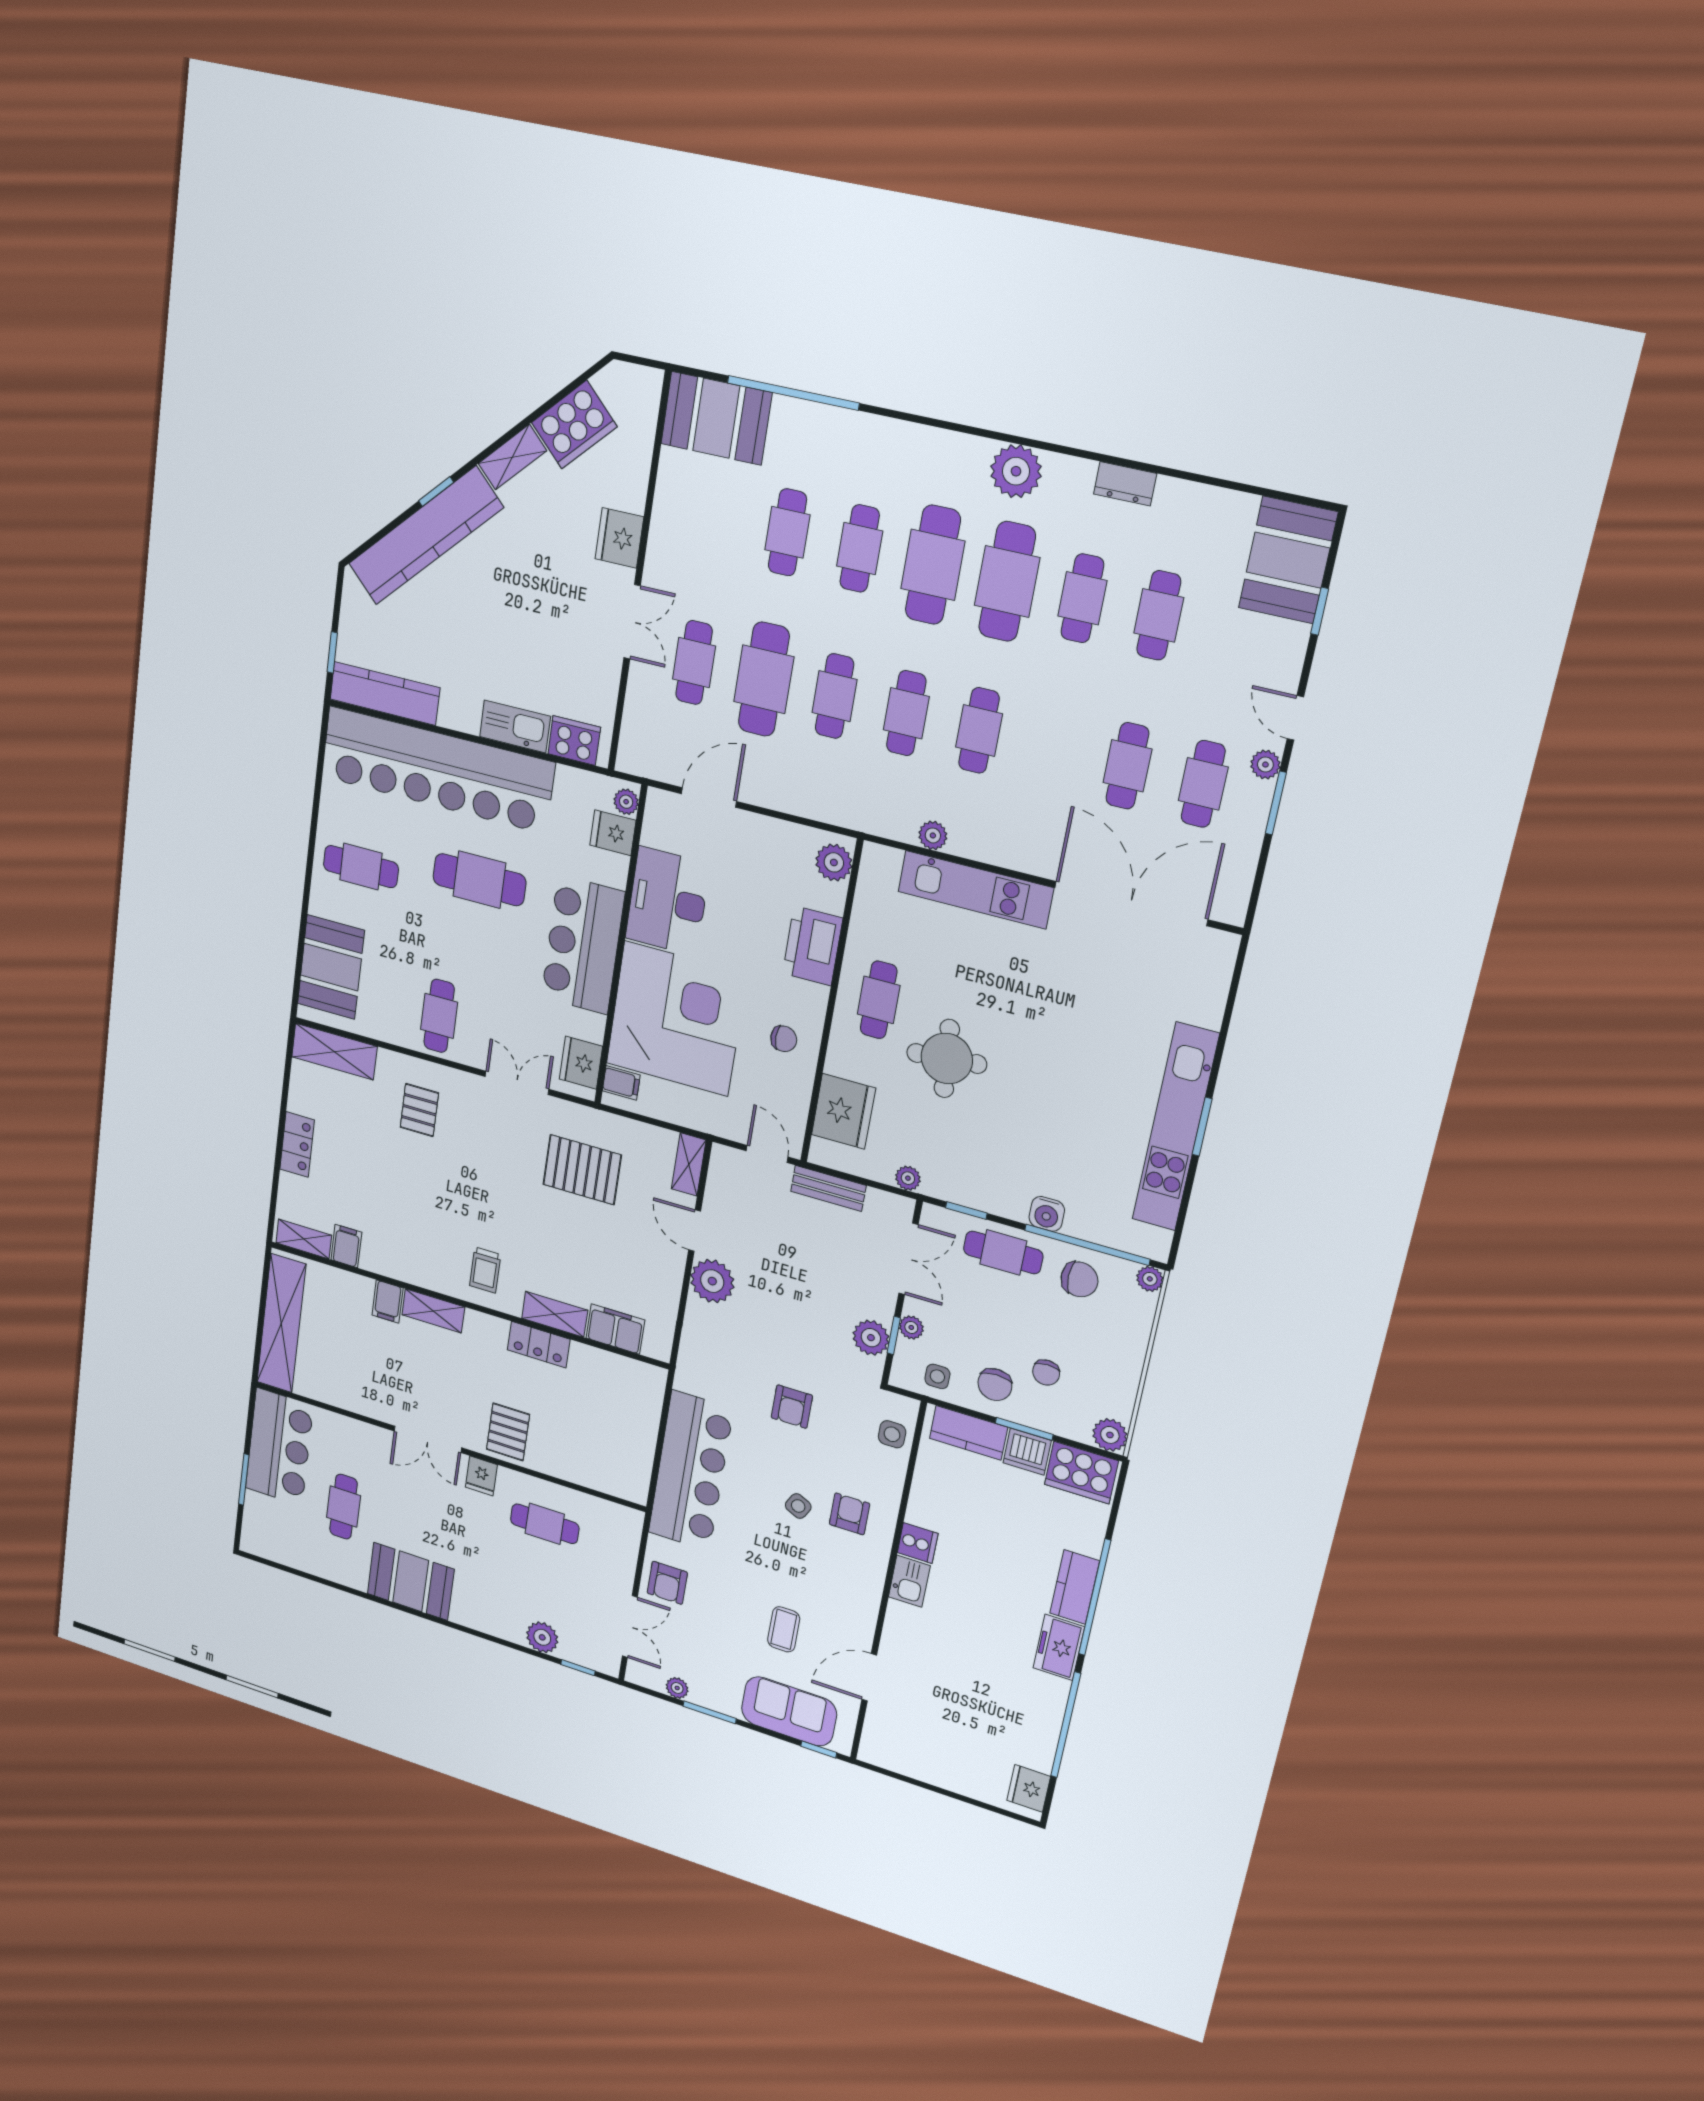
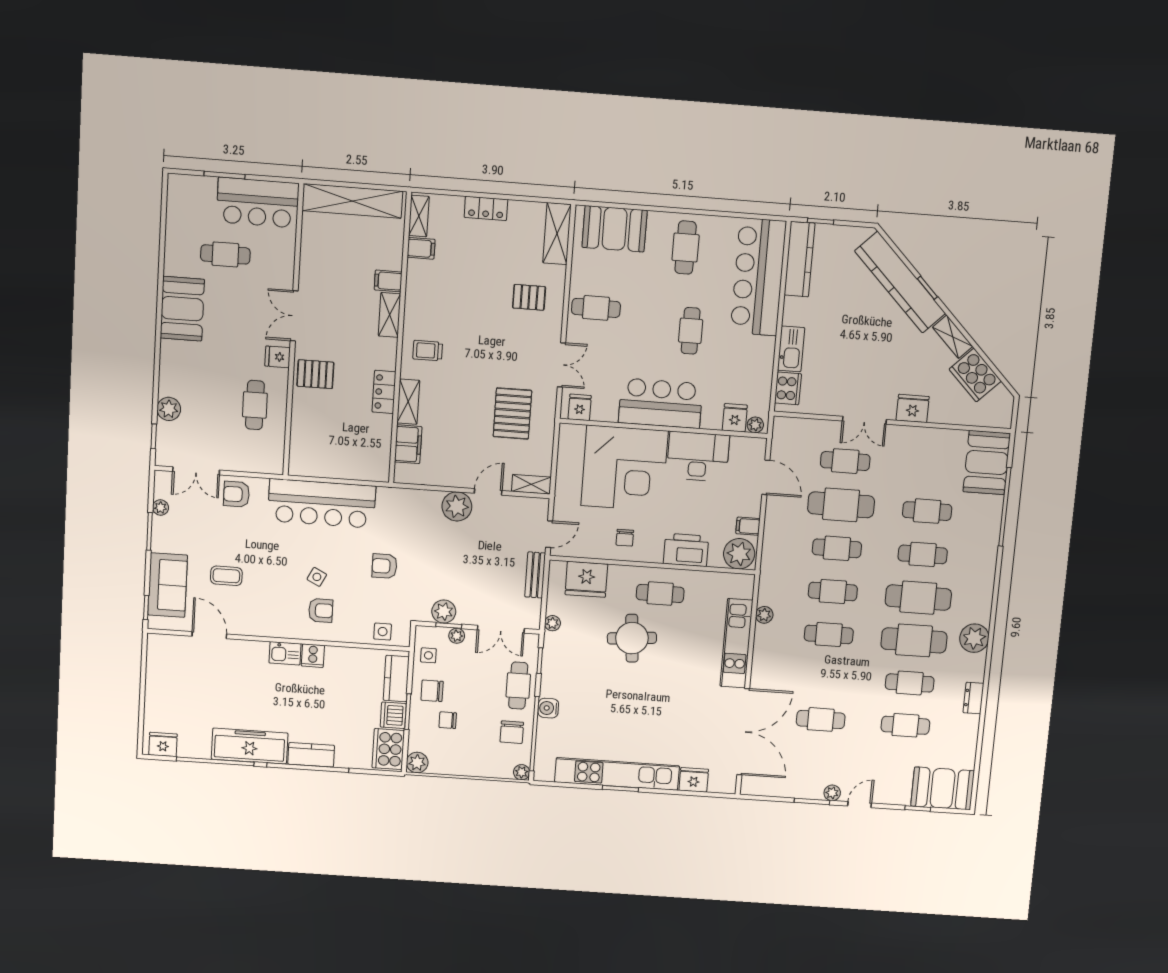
bar counter: (437, 770) -> (758, 277), width x0.73
cafe table: (1203, 784) -> (817, 762), removed
plant: (834, 862) -> (739, 554), width x1.36, depth x1.36
cafe table: (479, 880) -> (691, 331), width x0.73, depth x0.74
fridge: (1205, 1002) -> (694, 780), added
fridge: (581, 1063) -> (580, 407), width x0.72
filing cabinet: (621, 1083) -> (748, 526), moved, turned 90
freezer: (1059, 1647) -> (250, 746), width x1.91, depth x1.26

